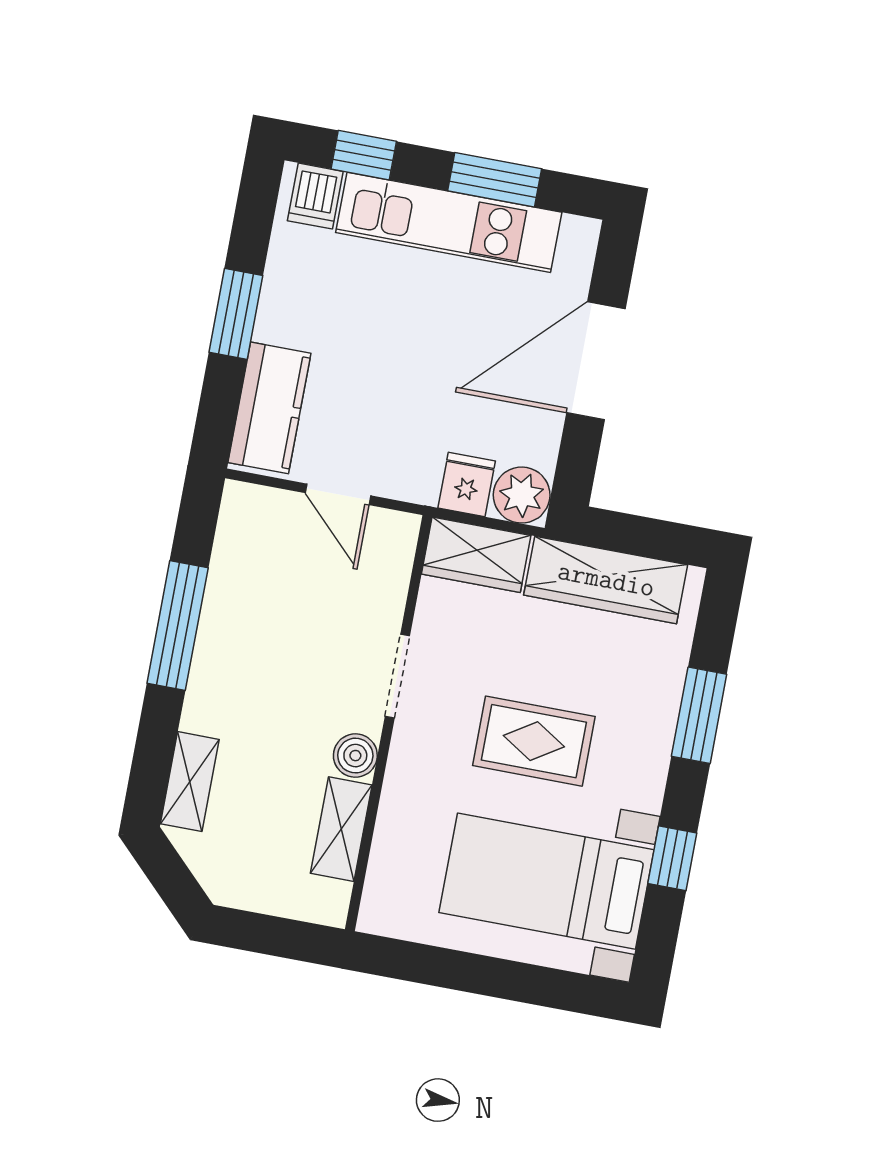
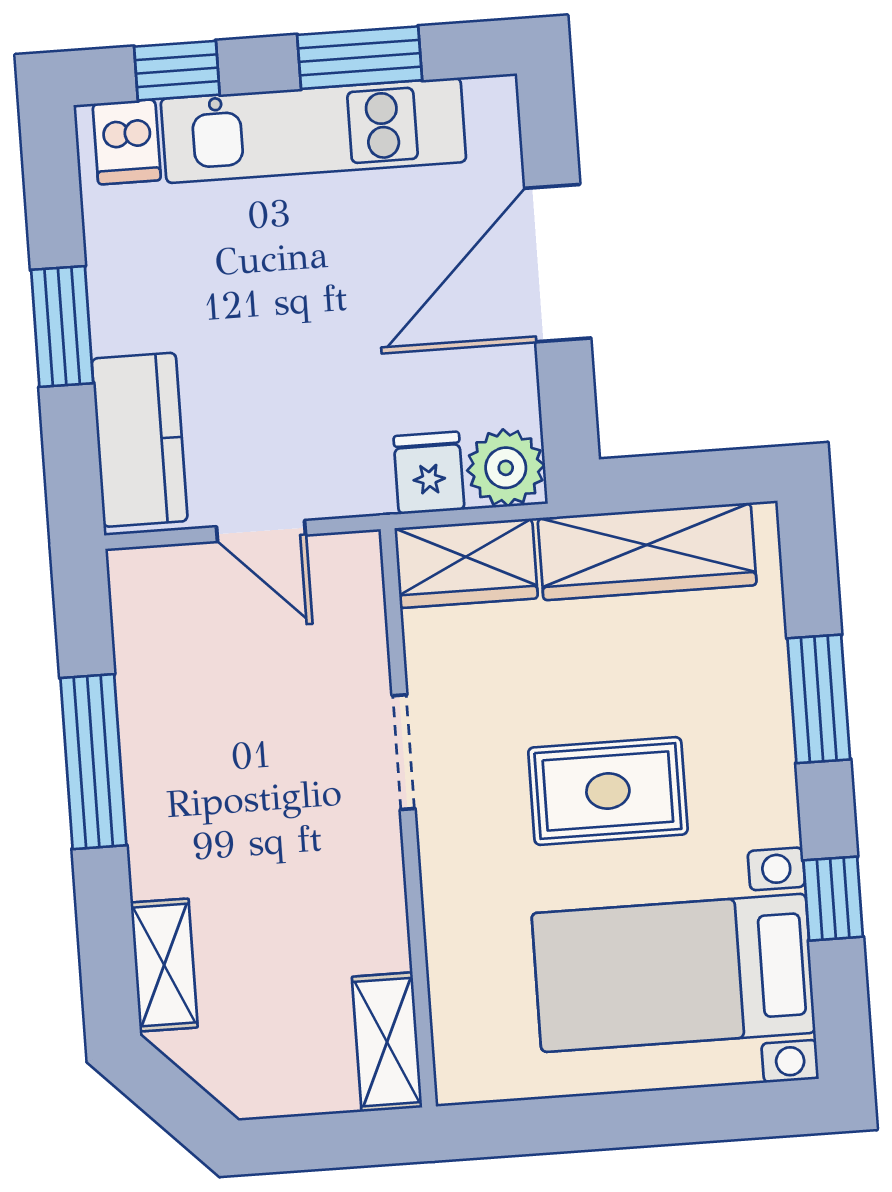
boiler: (355, 756) -> (375, 873), removed
shelving: (341, 829) -> (387, 1042), moved

